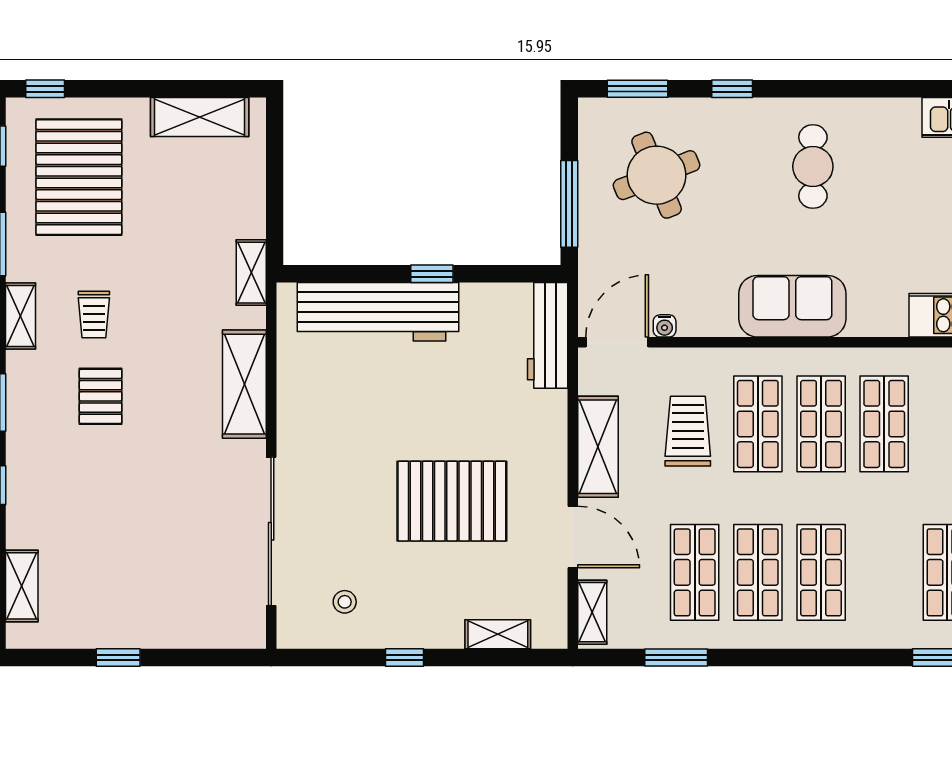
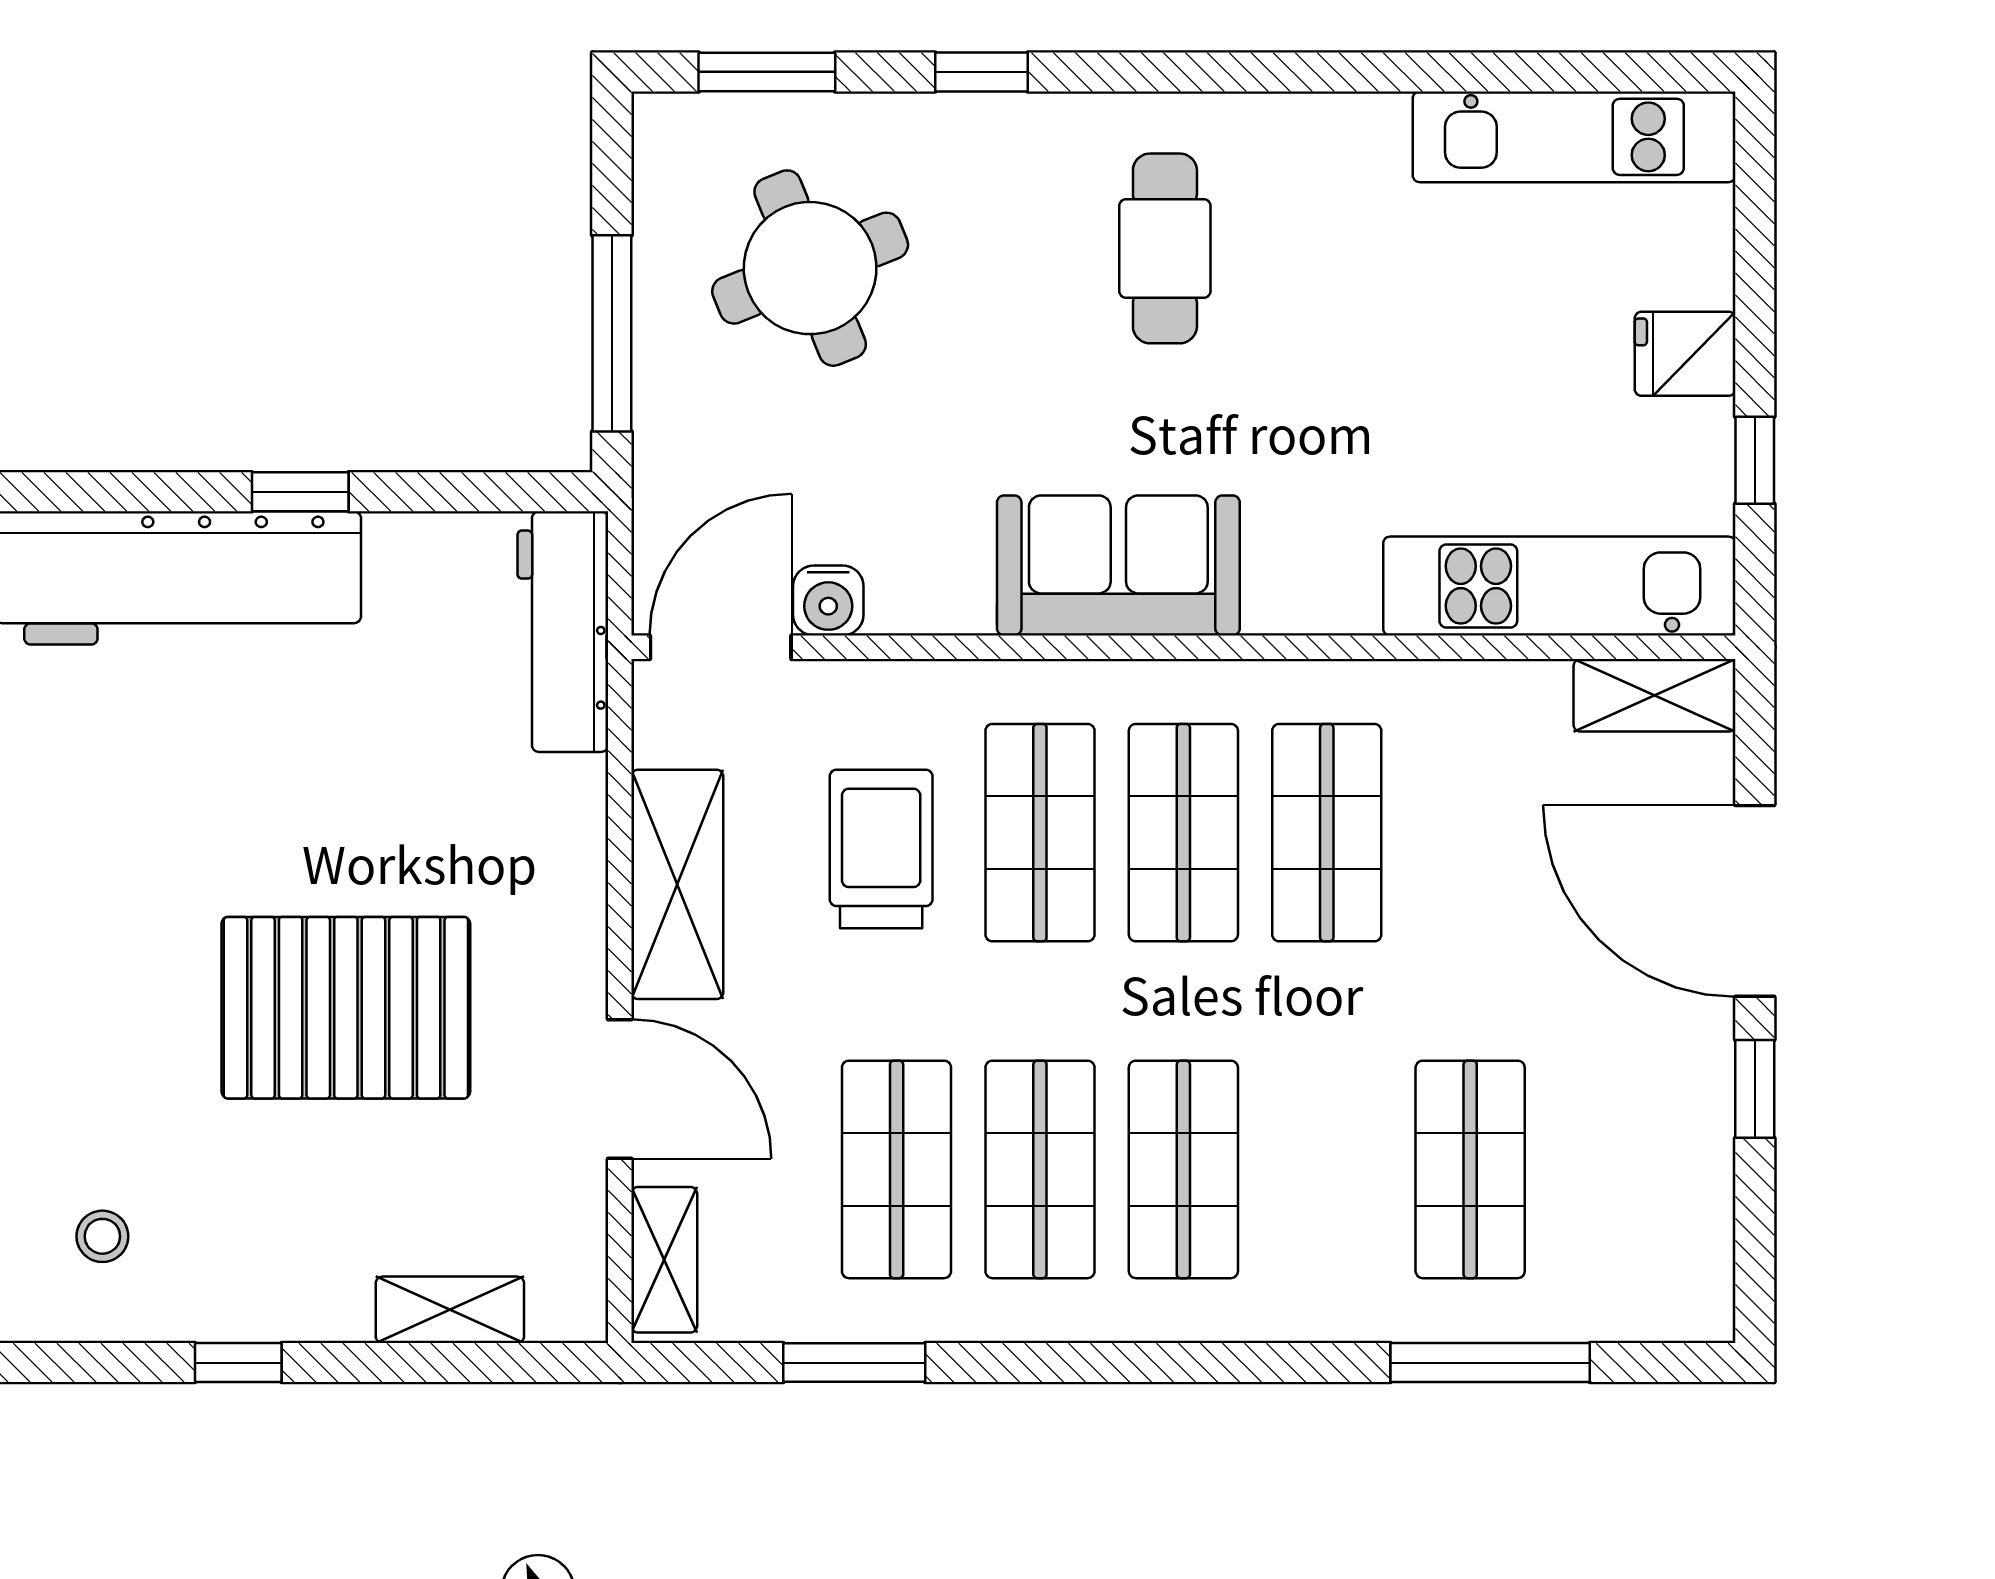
water cooler: (665, 326) -> (828, 600), width x1.38, depth x1.38

